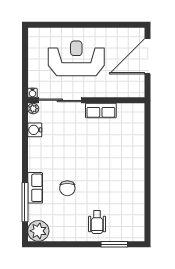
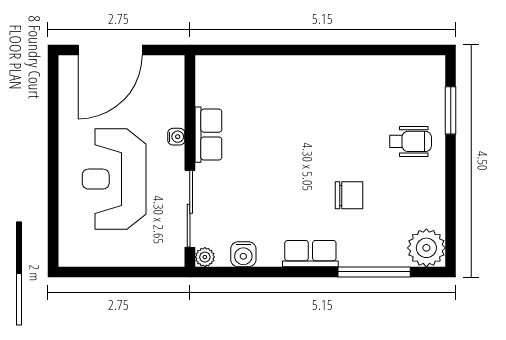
door: (148, 56) -> (110, 50), hinge flipped
water cooler: (32, 93) -> (176, 137), moved
row of seats: (35, 188) -> (310, 254), moved

